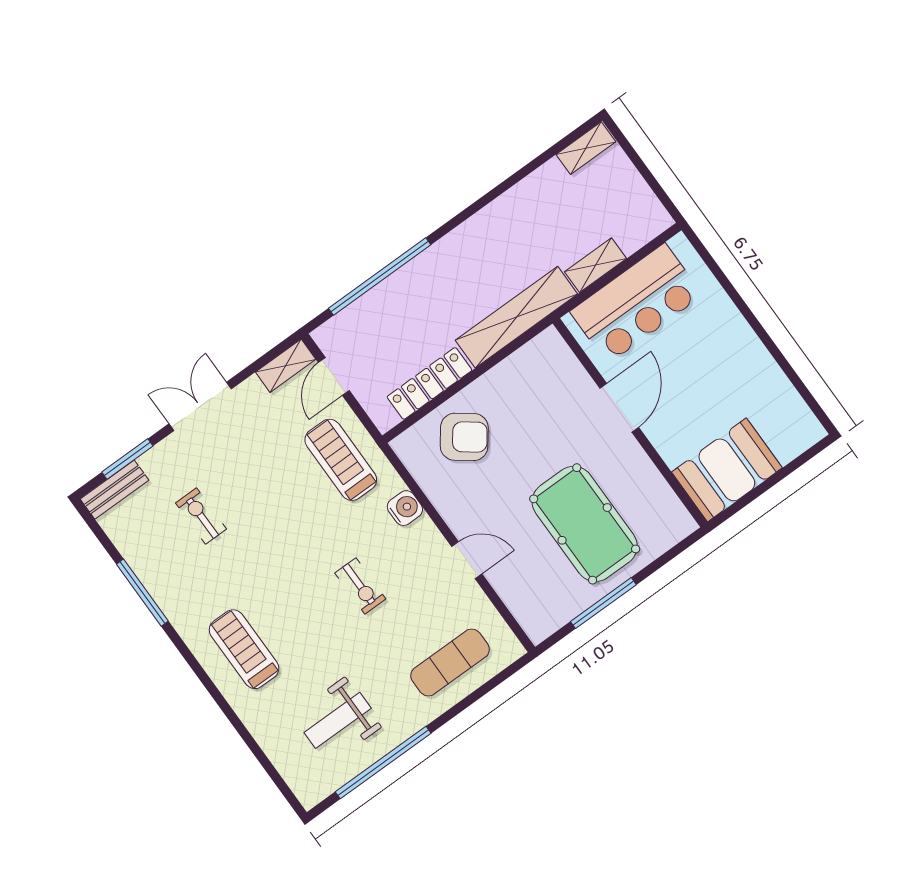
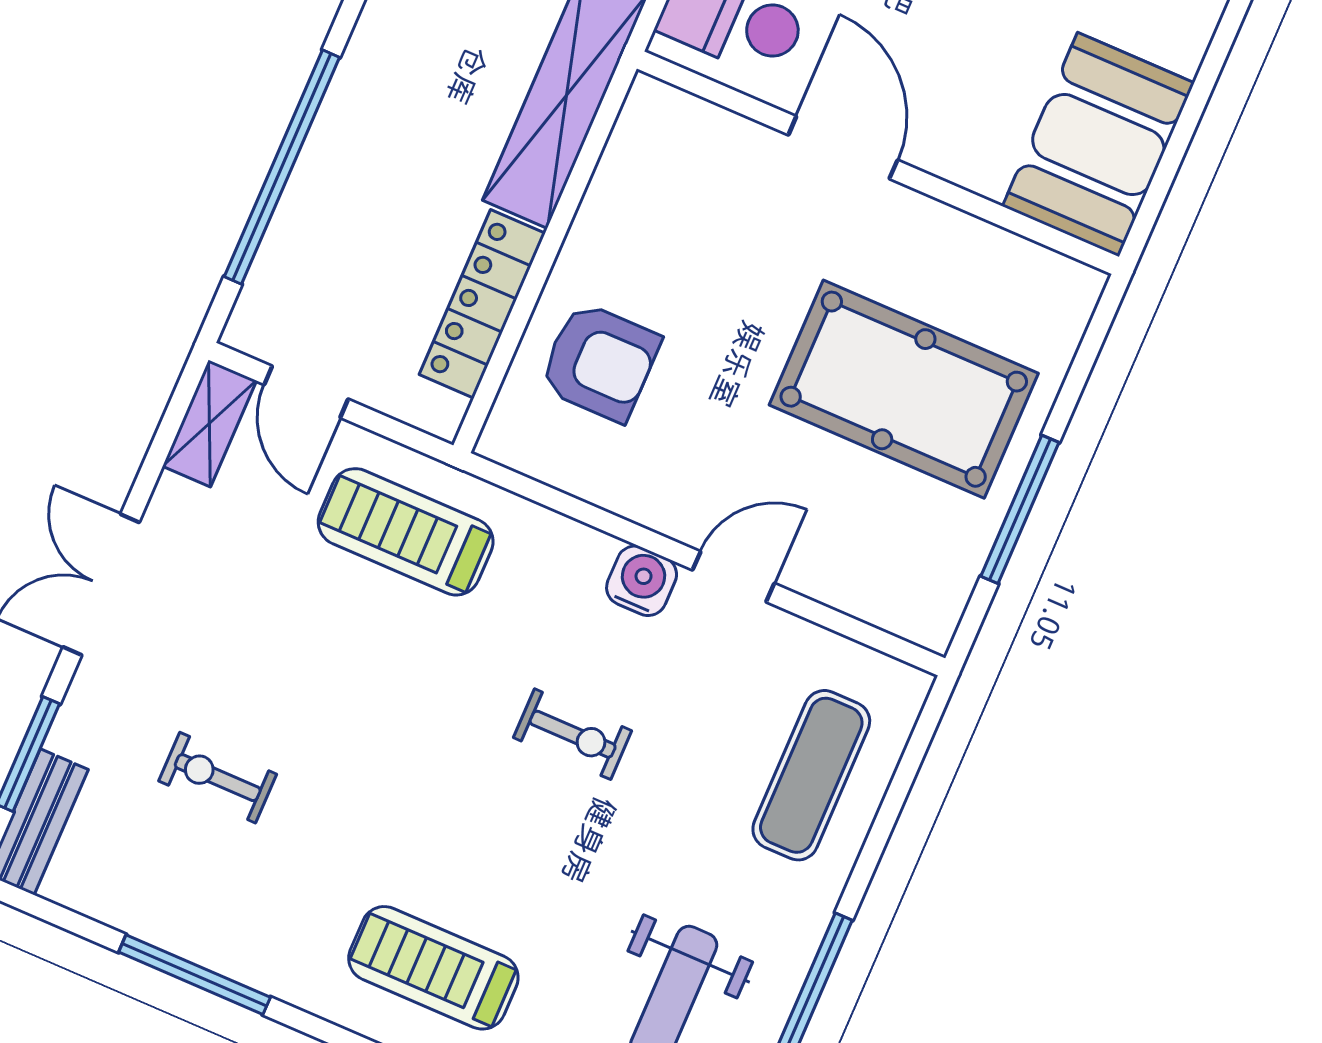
armchair: (464, 437) -> (600, 362), turned 53
water cooler: (405, 508) -> (642, 581), moved

